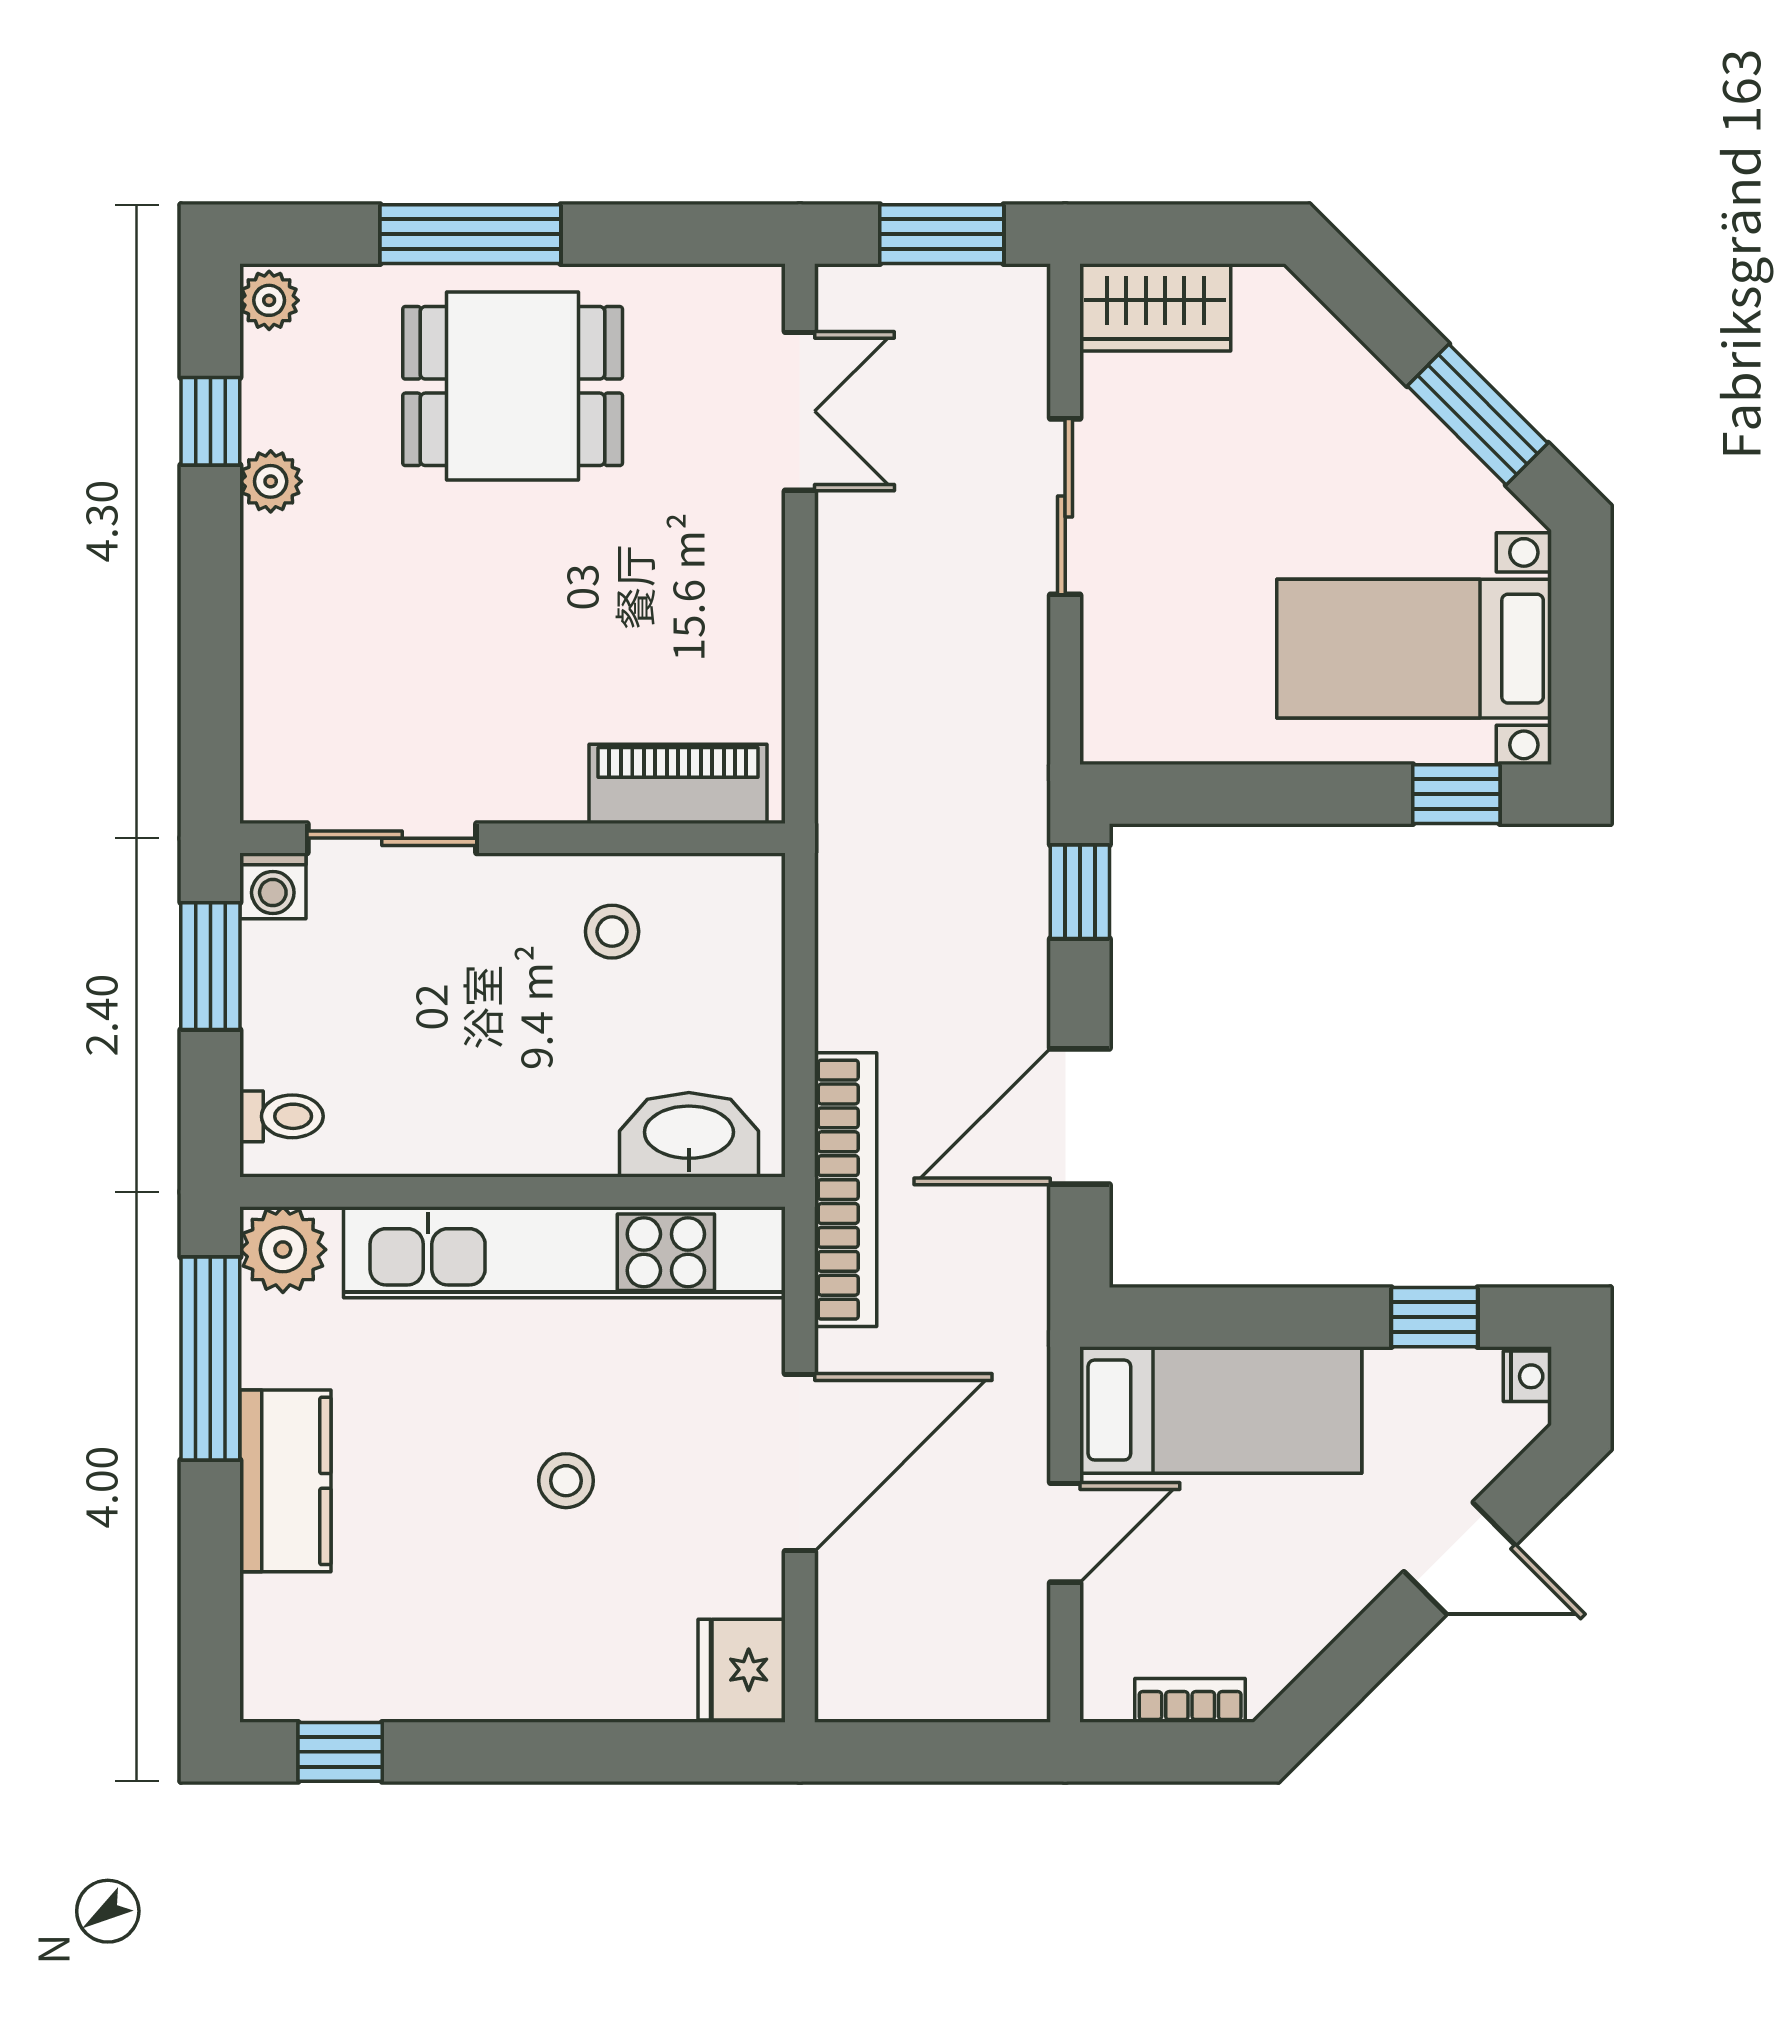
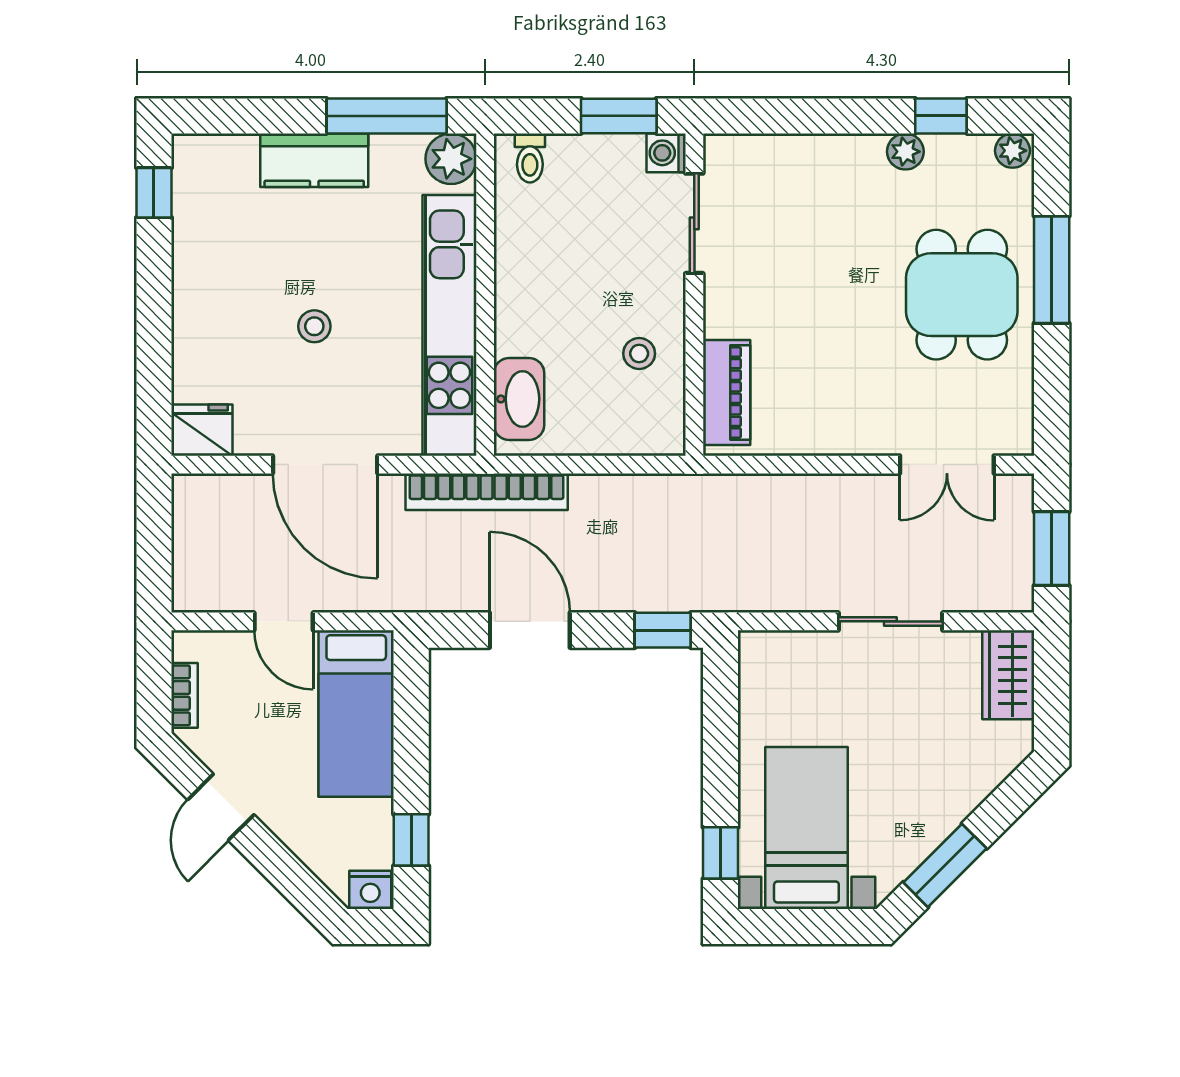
nightstand: (1527, 1376) -> (370, 890), width x1.39, depth x1.35
door: (1460, 1558) -> (221, 807), moved

